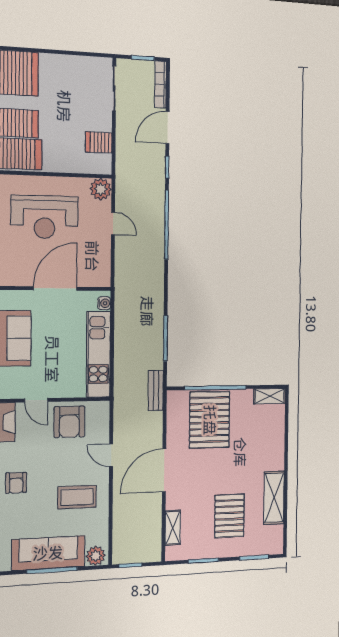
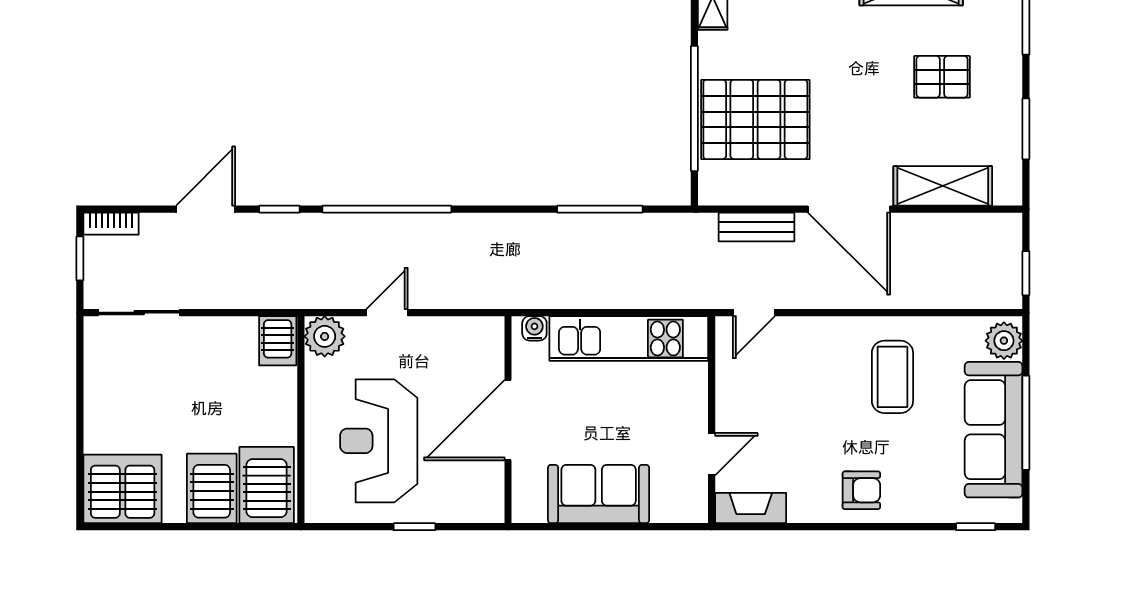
bookcase: (160, 85) -> (111, 224), width x0.64
door: (168, 128) -> (206, 209), swing flipped
server rack: (99, 142) -> (278, 341), moved
reception desk: (45, 217) -> (379, 441), turned 180
door: (55, 288) -> (508, 420), hinge flipped
bench: (156, 390) -> (756, 227), moved
armchair: (69, 422) -> (753, 392), removed
door: (111, 455) -> (754, 313), moved
pallet: (229, 516) -> (942, 77), width x0.67, depth x0.71
shelving: (173, 528) -> (943, 186), width x1.50, depth x1.33

